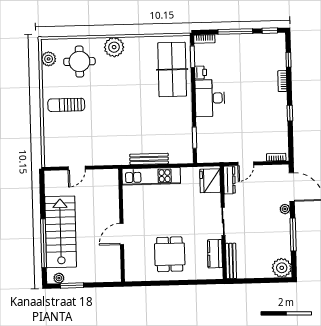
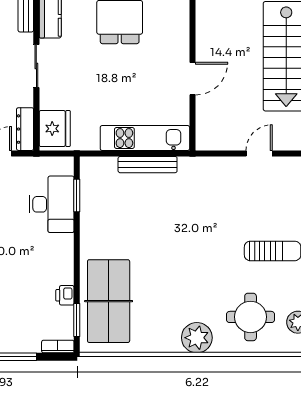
desk: (210, 98) -> (52, 204), moved
door: (122, 234) -> (192, 79), moved

